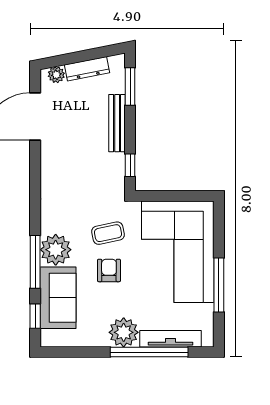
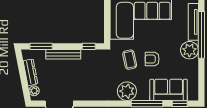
plant: (56, 250) -> (127, 91), moved

